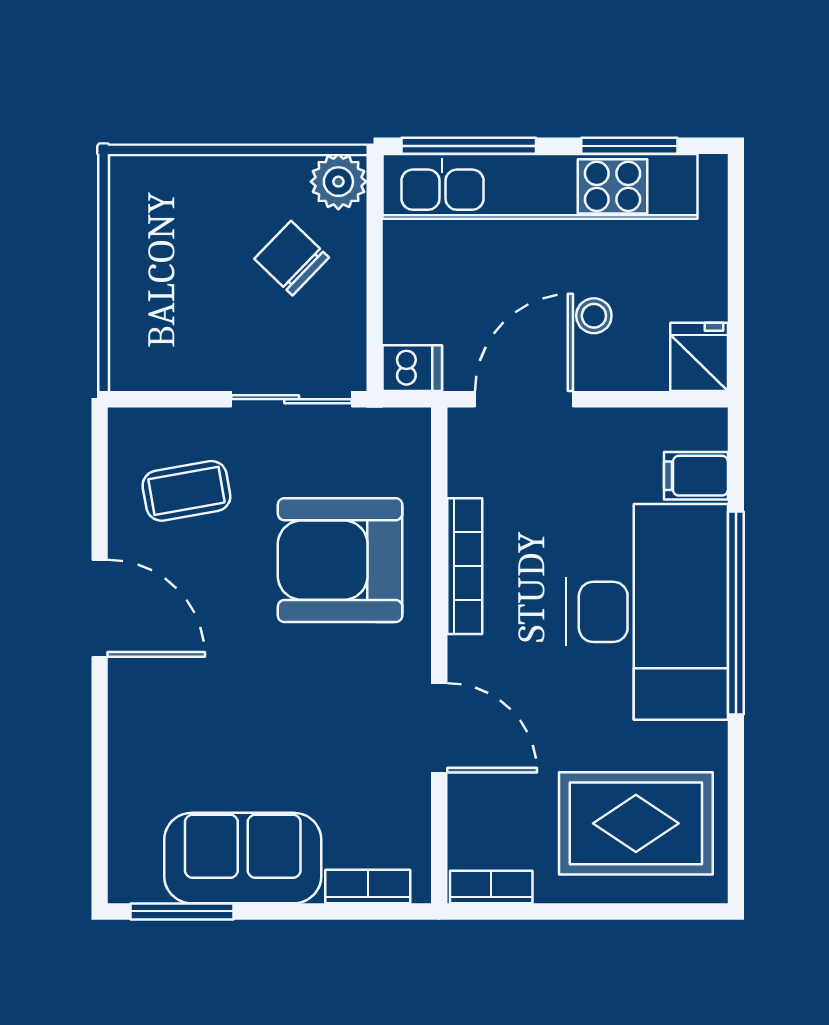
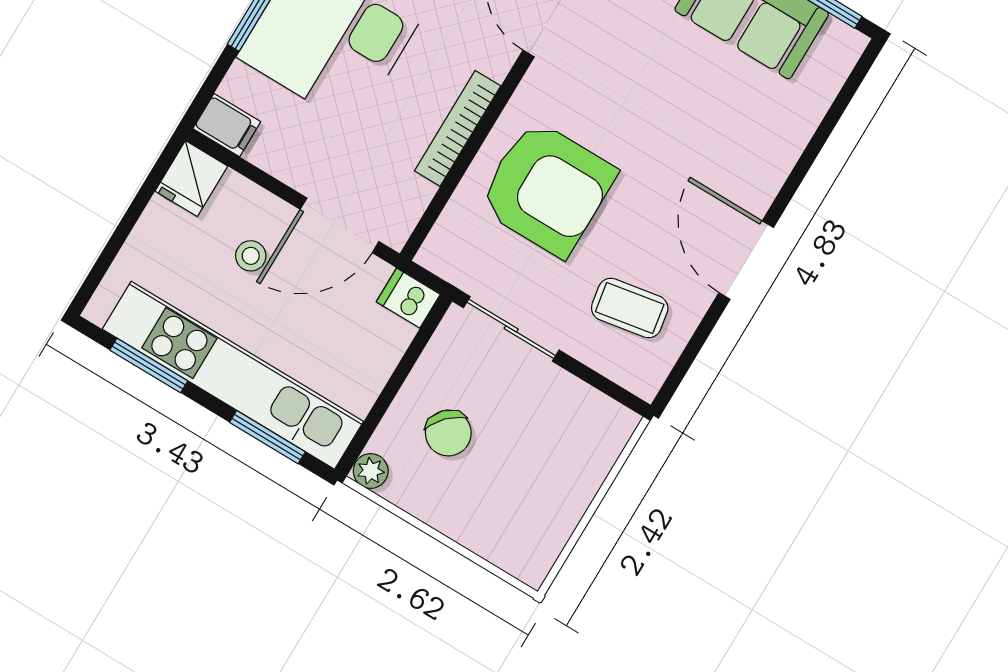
window: (469, 146) -> (267, 437), width x0.69
plant: (338, 182) -> (371, 471), width x0.73, depth x0.73
filing cabinet: (696, 476) -> (227, 125), moved

